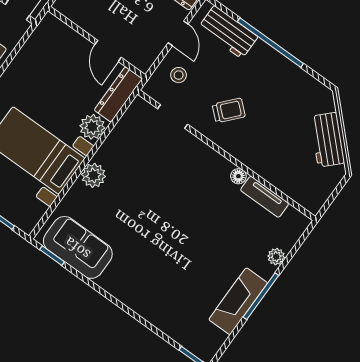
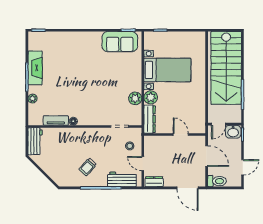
door: (108, 51) -> (181, 135), moved
trolley: (229, 110) -> (88, 167), moved
workbench: (327, 140) -> (35, 141), moved, turned 45
plant: (93, 175) -> (135, 98), moved

